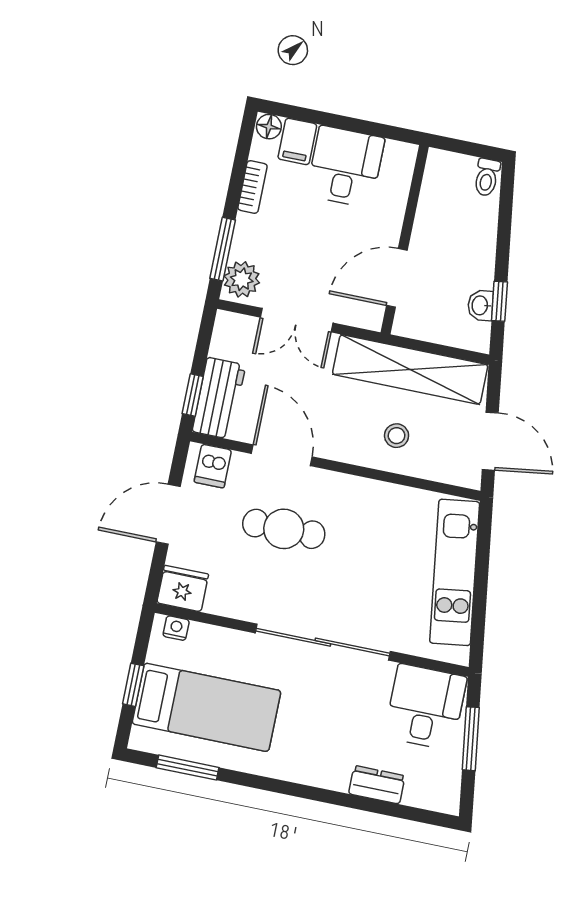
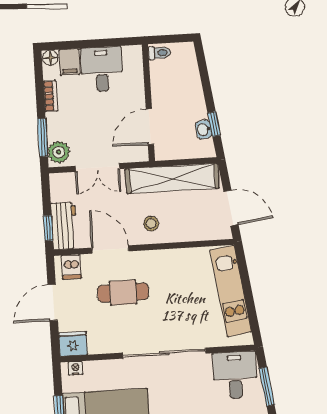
toilet: (487, 177) -> (160, 53), moved, turned -90
stool: (397, 436) -> (151, 224), moved

